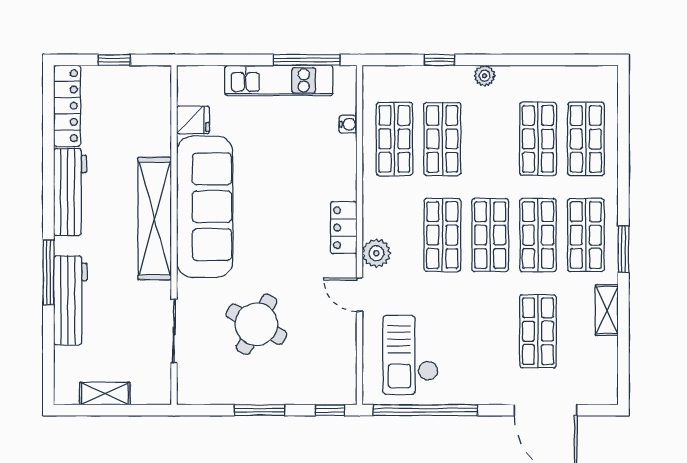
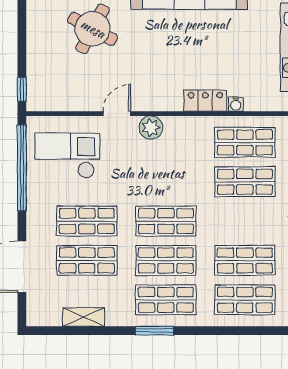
water cooler: (348, 124) -> (236, 104), moved
locker: (344, 228) -> (205, 101), moved
shop shelf: (442, 235) -> (87, 221), moved
shelving: (607, 310) -> (84, 317), moved
window: (260, 410) -> (22, 32), removed

